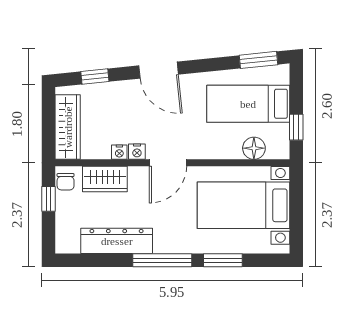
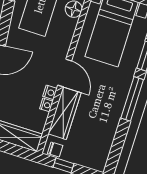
wardrobe: (105, 179) -> (64, 113), width x1.50
dresser: (117, 241) -> (108, 127), removed

